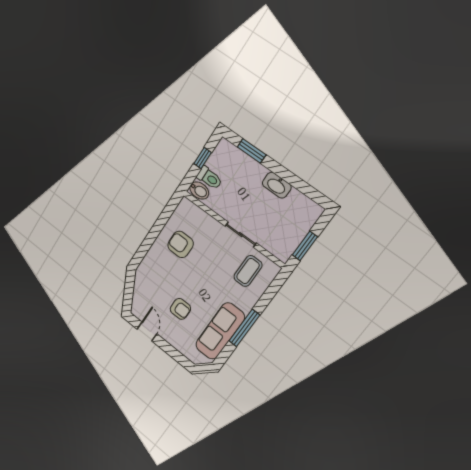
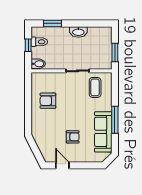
toilet: (209, 178) -> (39, 42), moved

